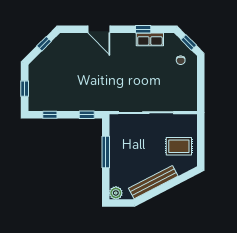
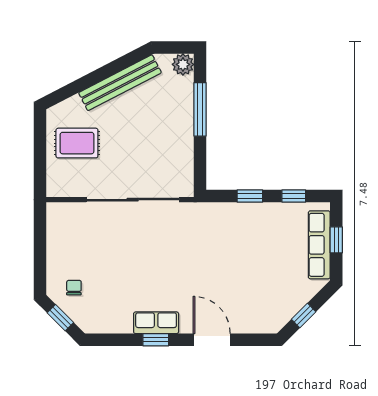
window: (143, 29) -> (156, 340), moved
row of seats: (150, 39) -> (156, 323), moved
row of seats: (35, 86) -> (319, 245), added
window: (87, 115) -> (250, 196), moved
window: (106, 152) -> (200, 109), moved

